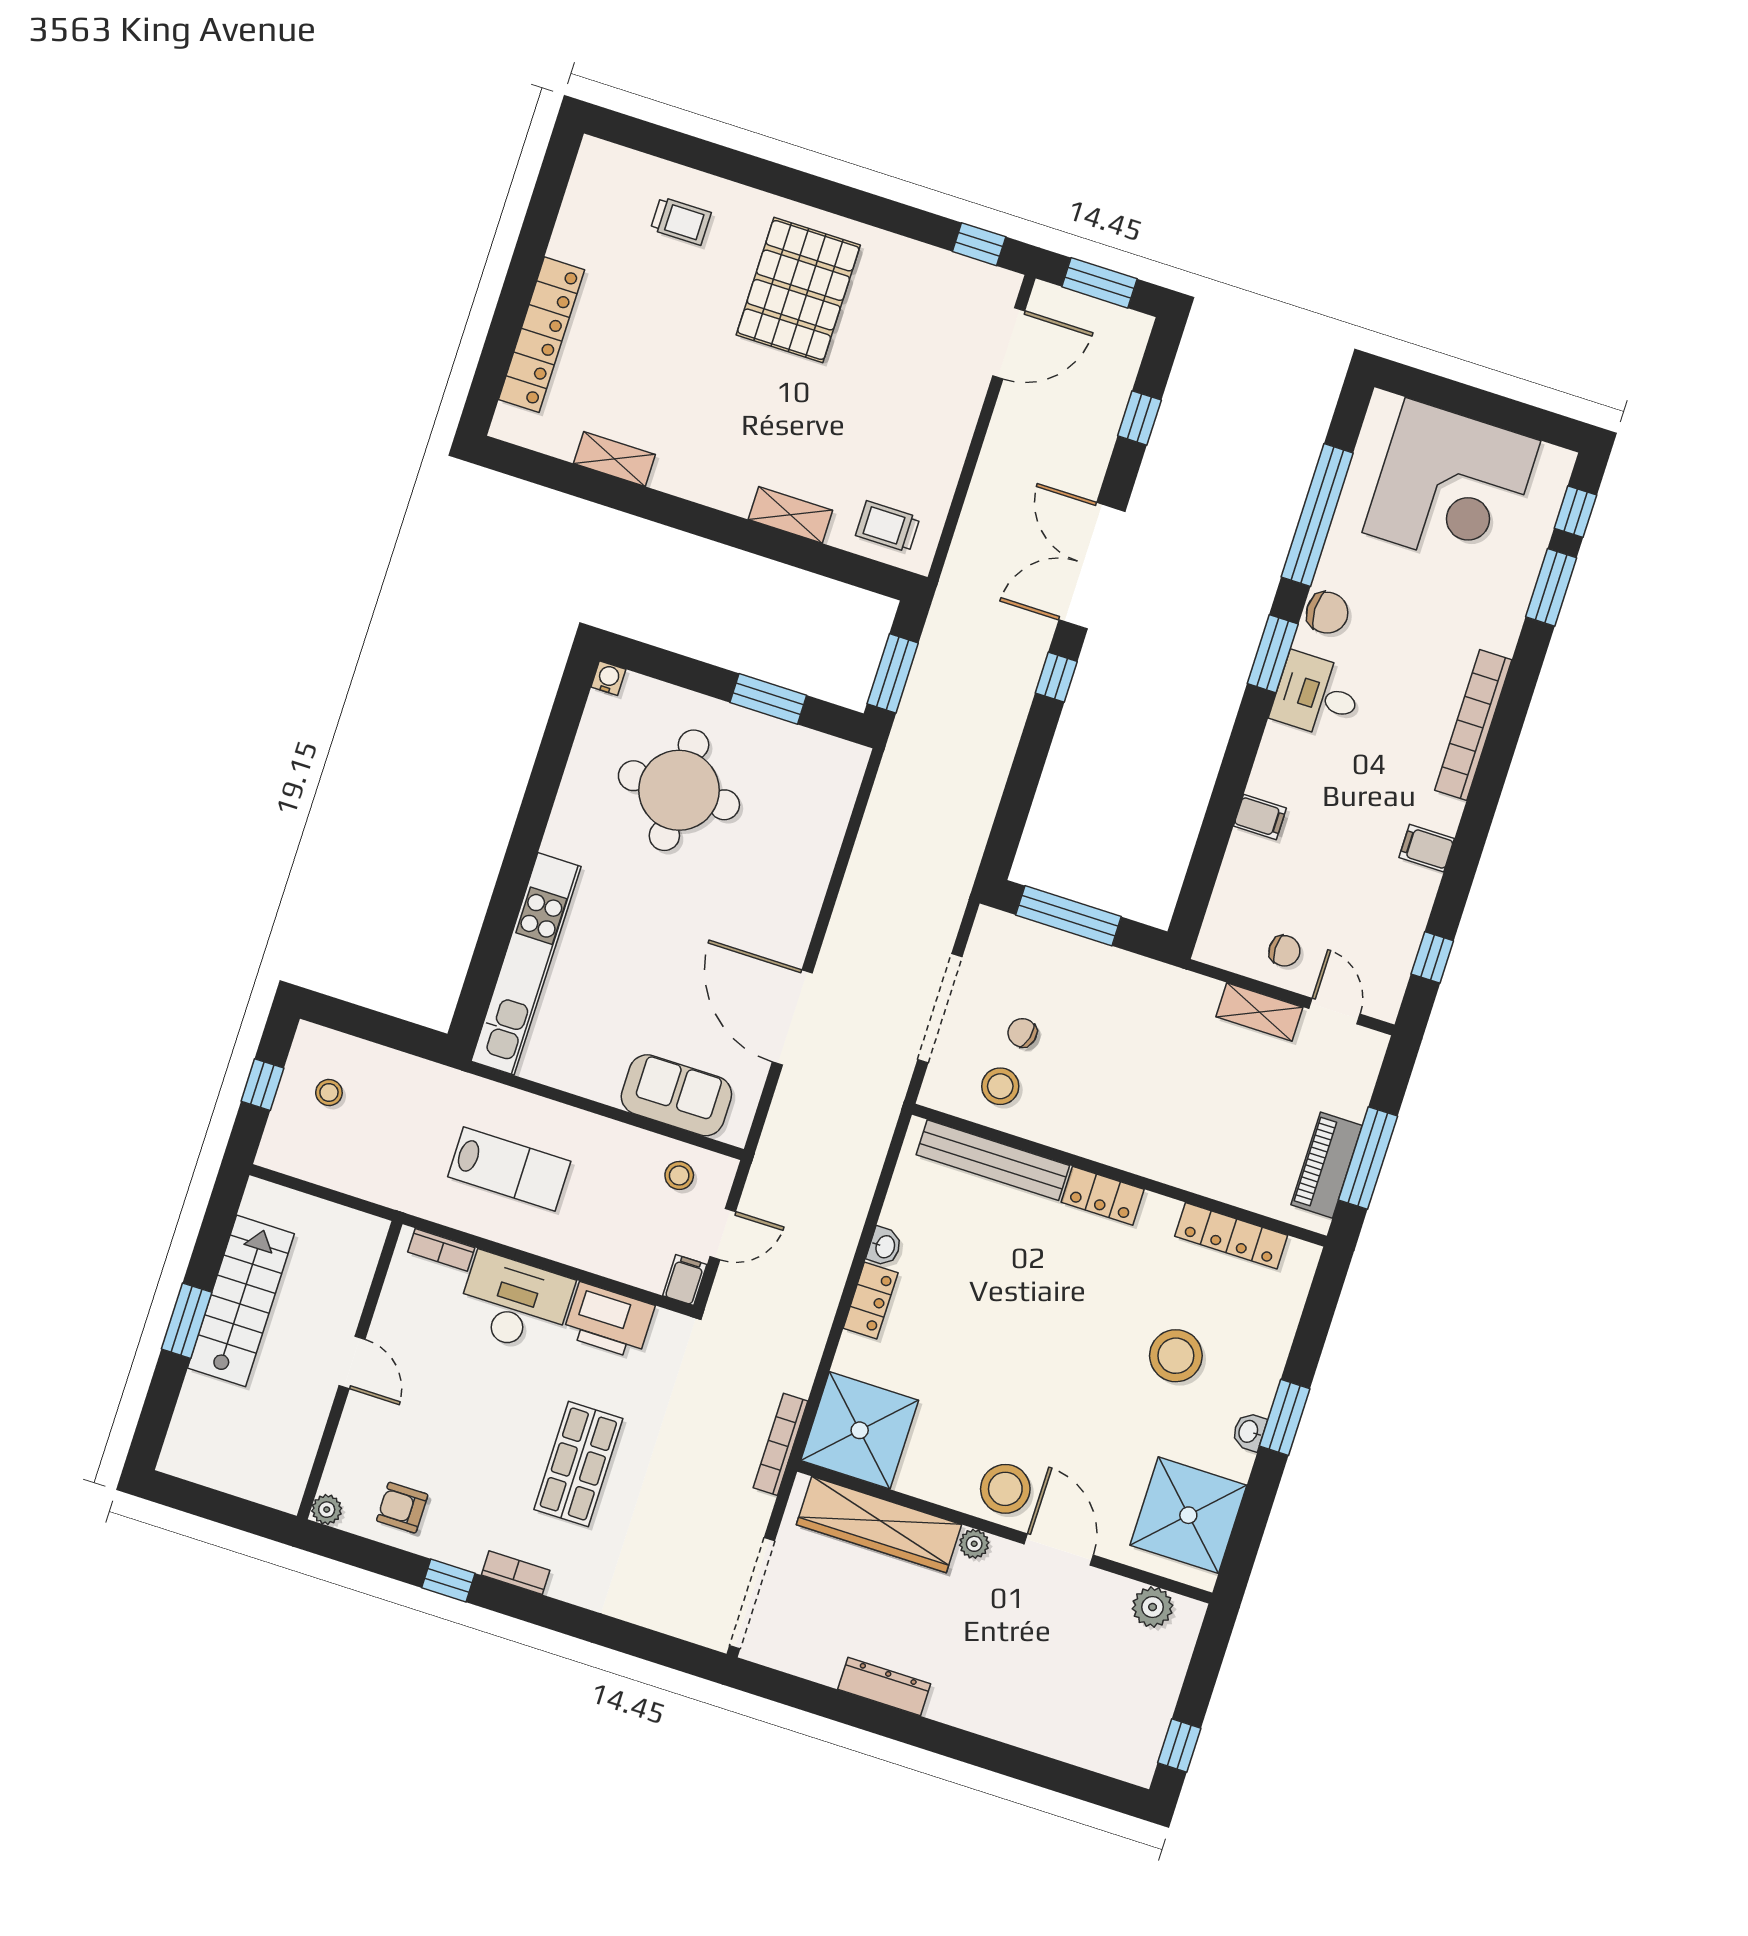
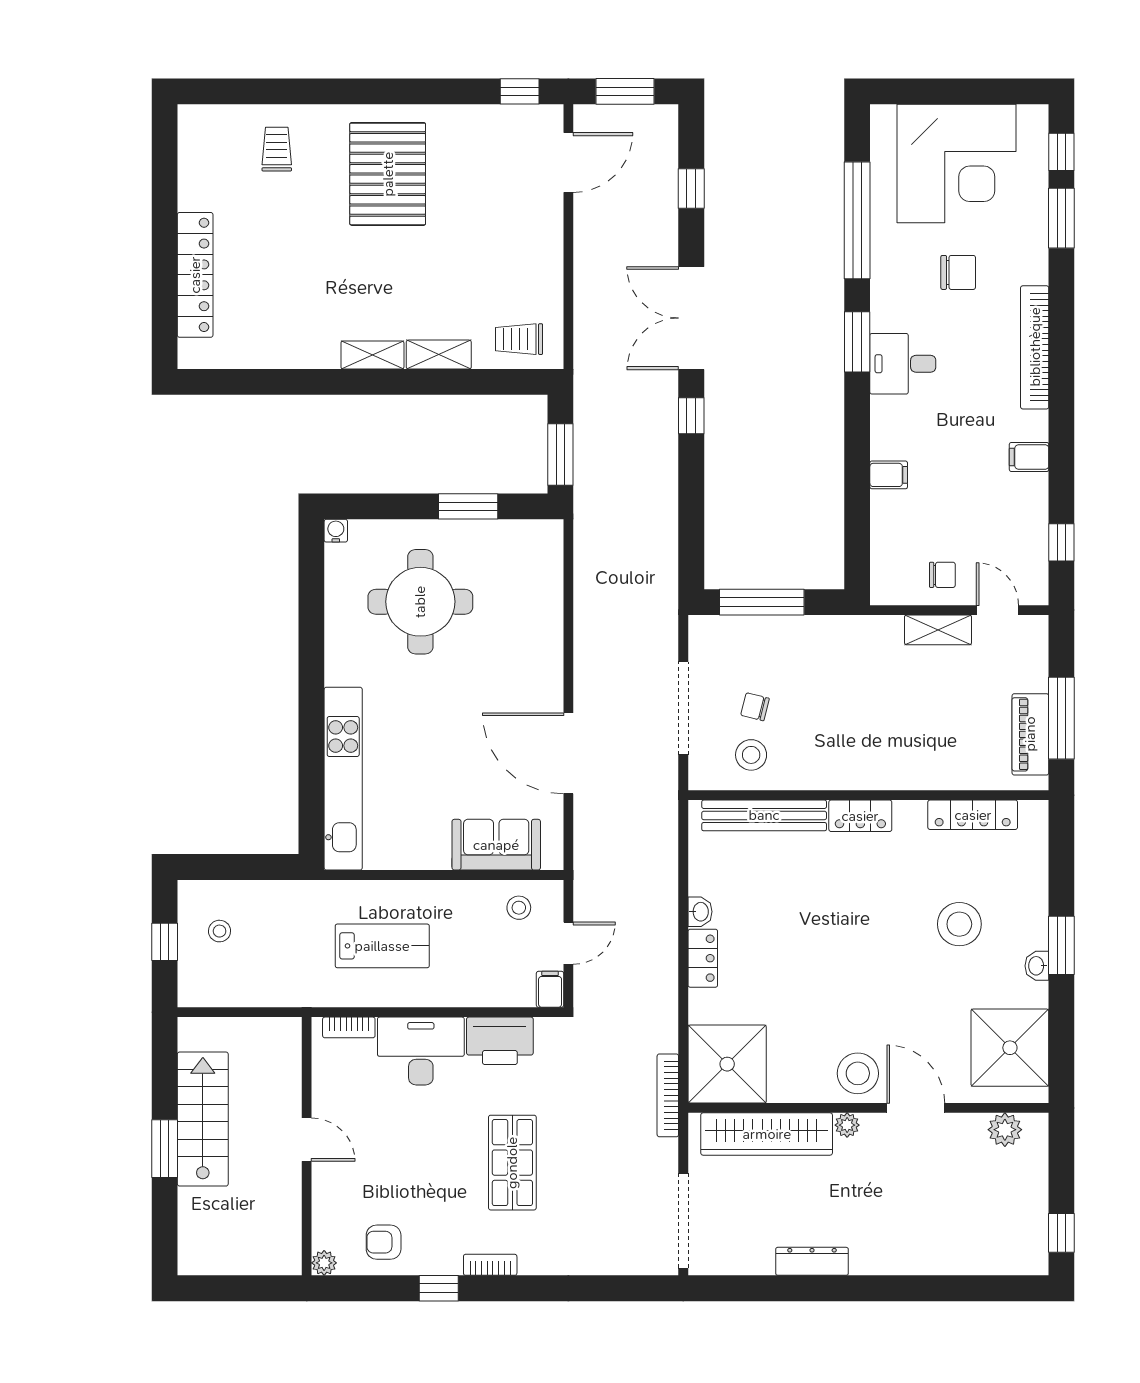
trolley: (681, 221) -> (277, 149), turned -90
shelving: (614, 459) -> (372, 355), moved
chair: (1327, 613) -> (958, 272), moved

